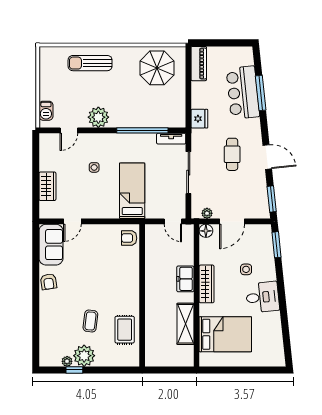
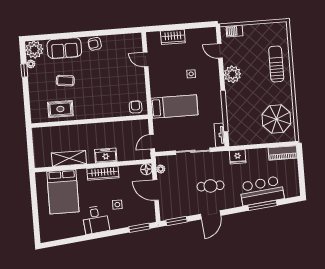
sofa: (51, 245) -> (64, 48), moved
plant: (84, 356) -> (34, 50), moved

